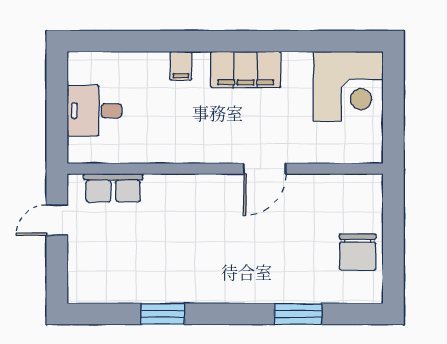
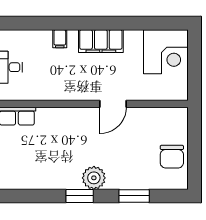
plant: (235, 285) -> (94, 178), added
window: (163, 314) -> (80, 196), moved

